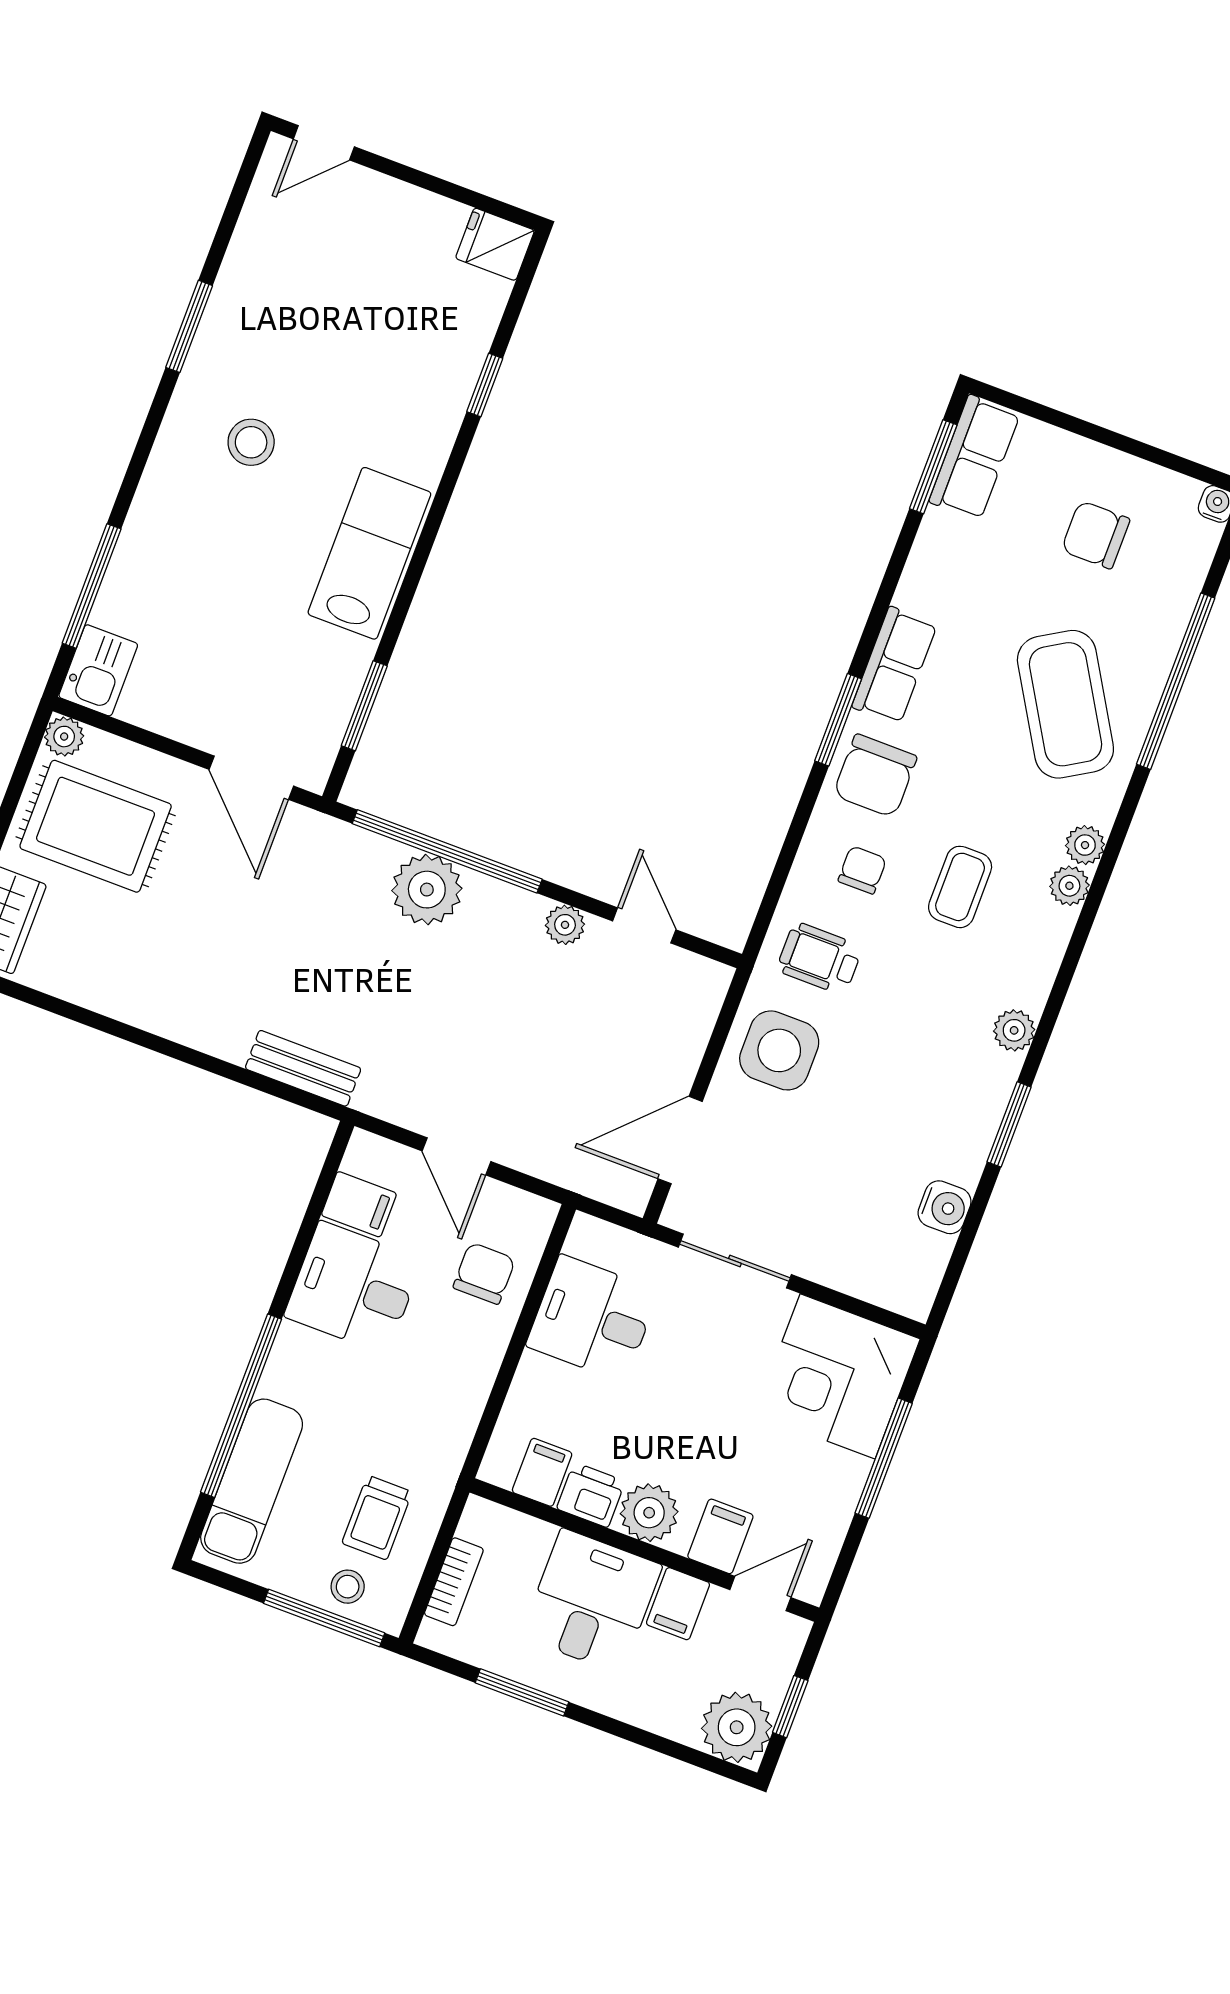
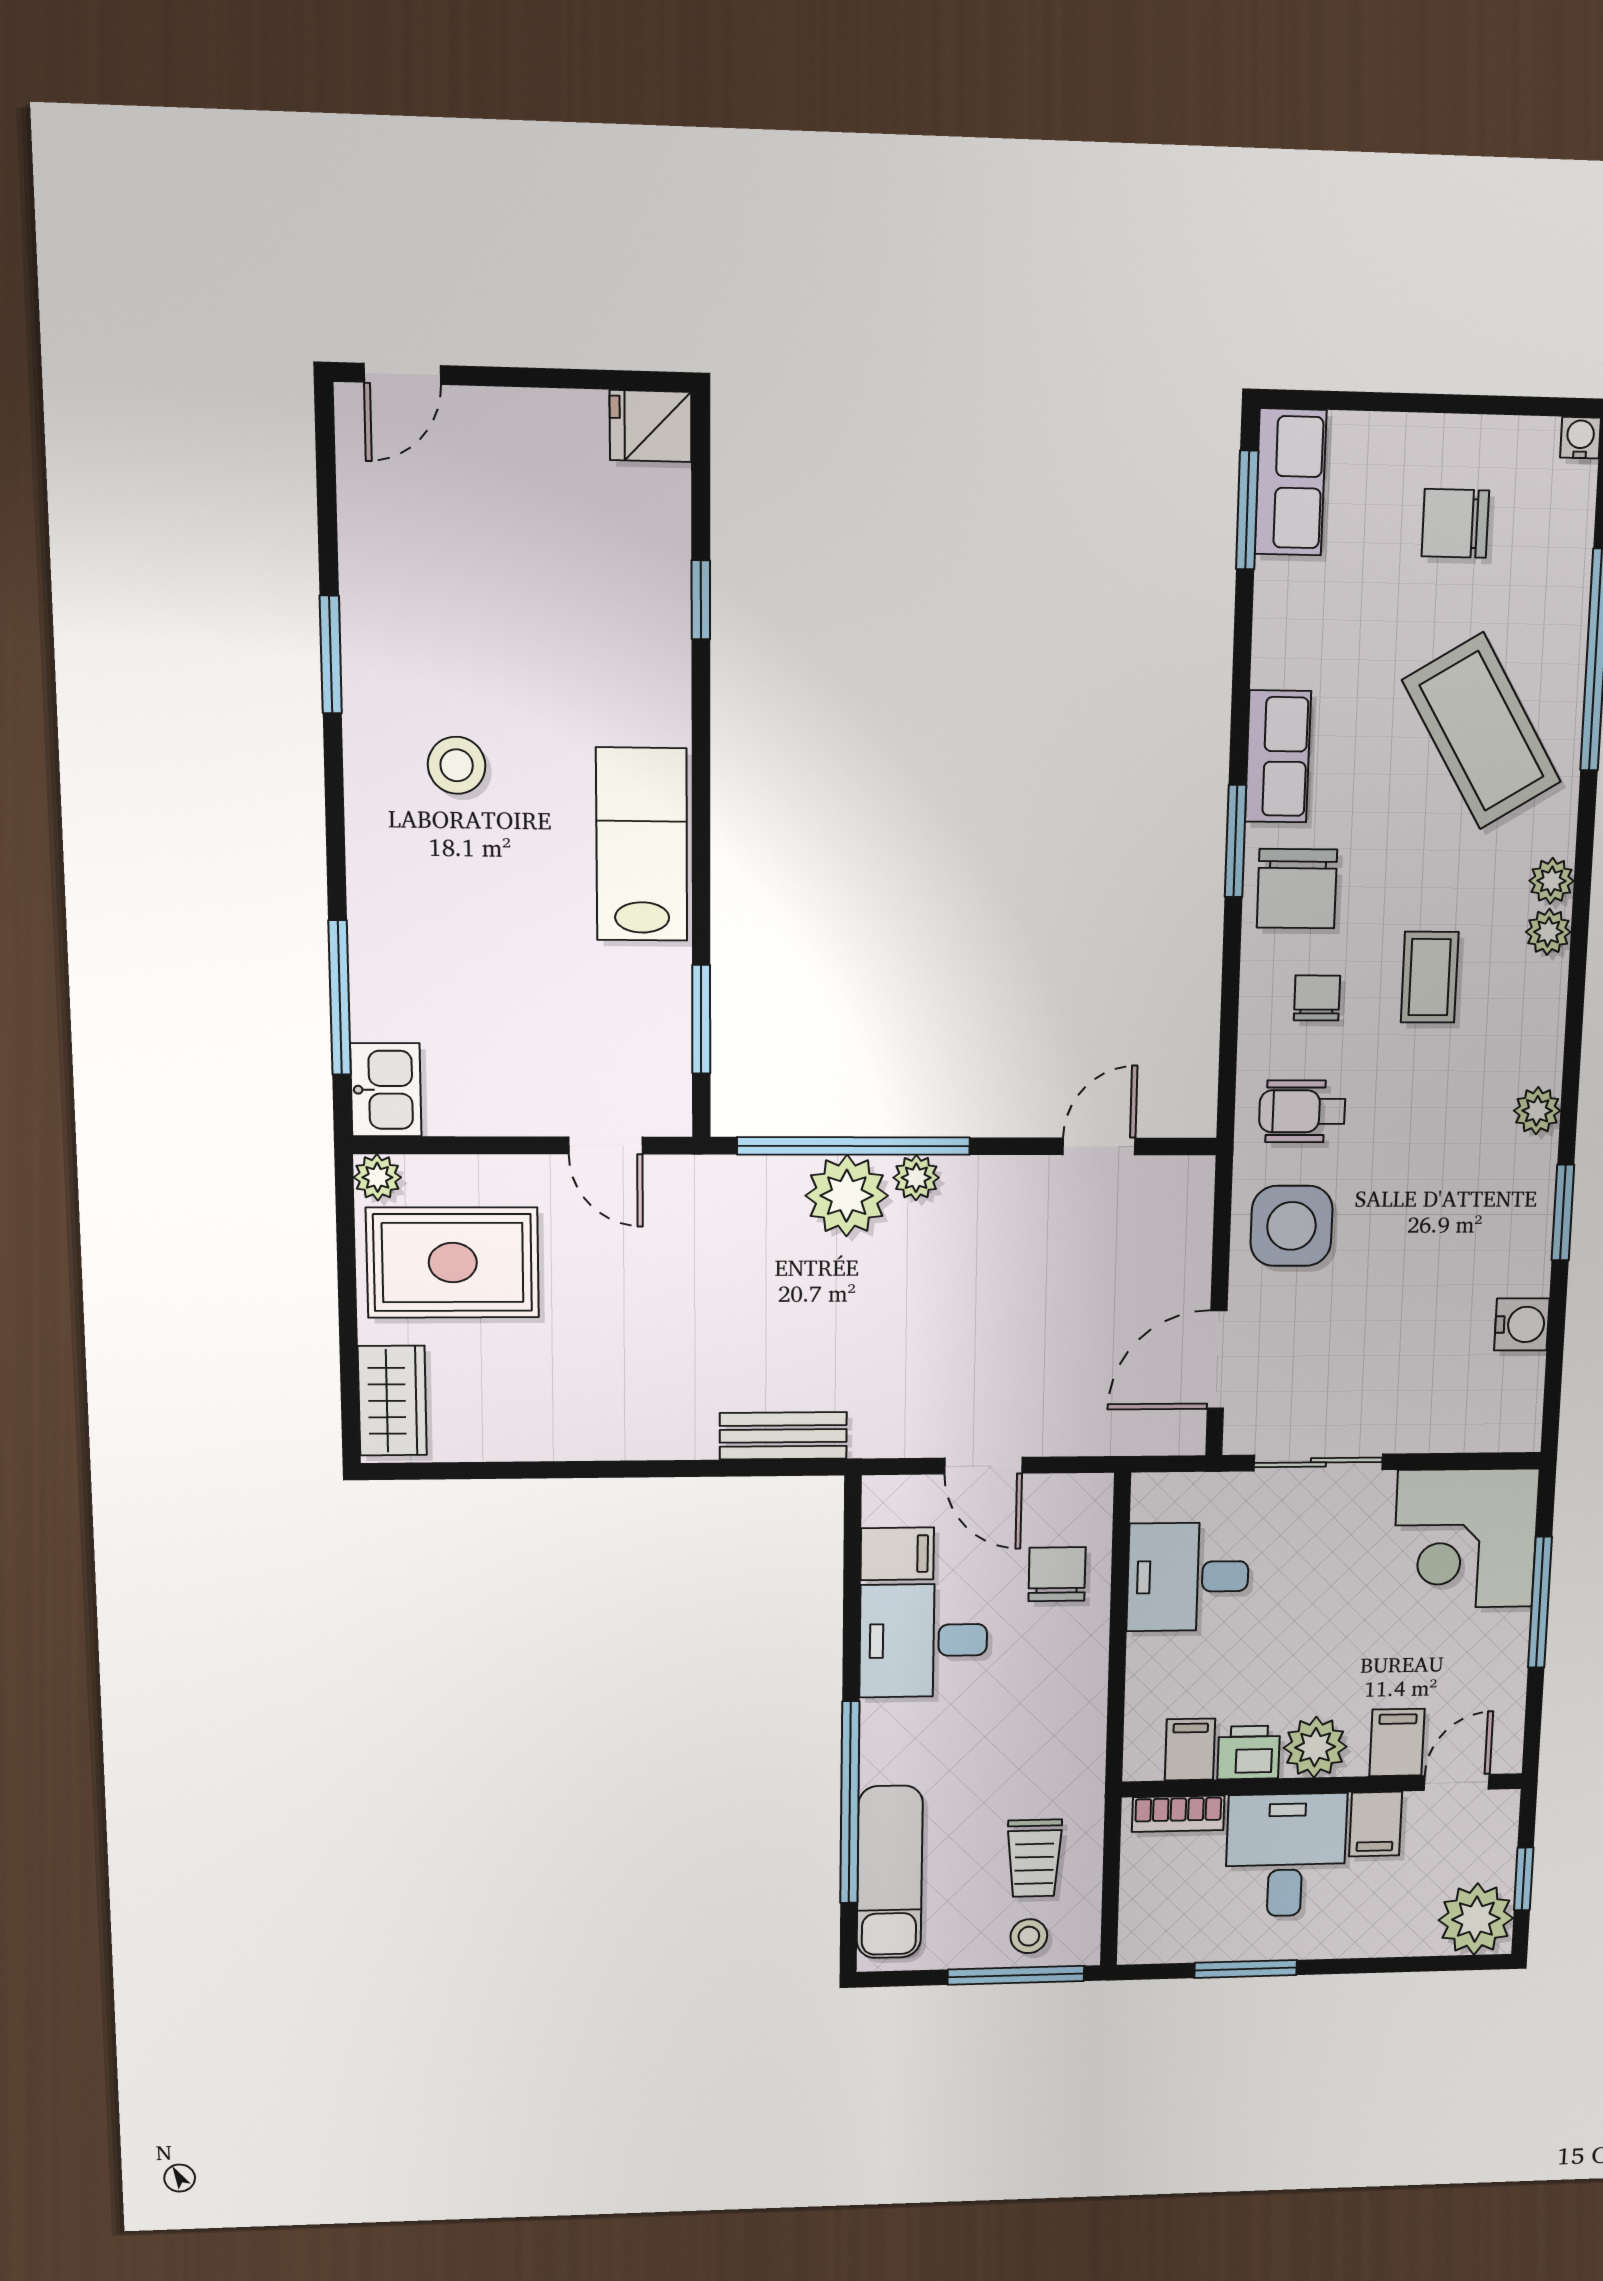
door: (251, 778) -> (606, 1146), width x0.73
plant: (565, 925) -> (916, 1178), moved
door: (644, 925) -> (1099, 1146), hinge flipped
bookcase: (454, 1582) -> (1178, 1814), moved, turned 90

